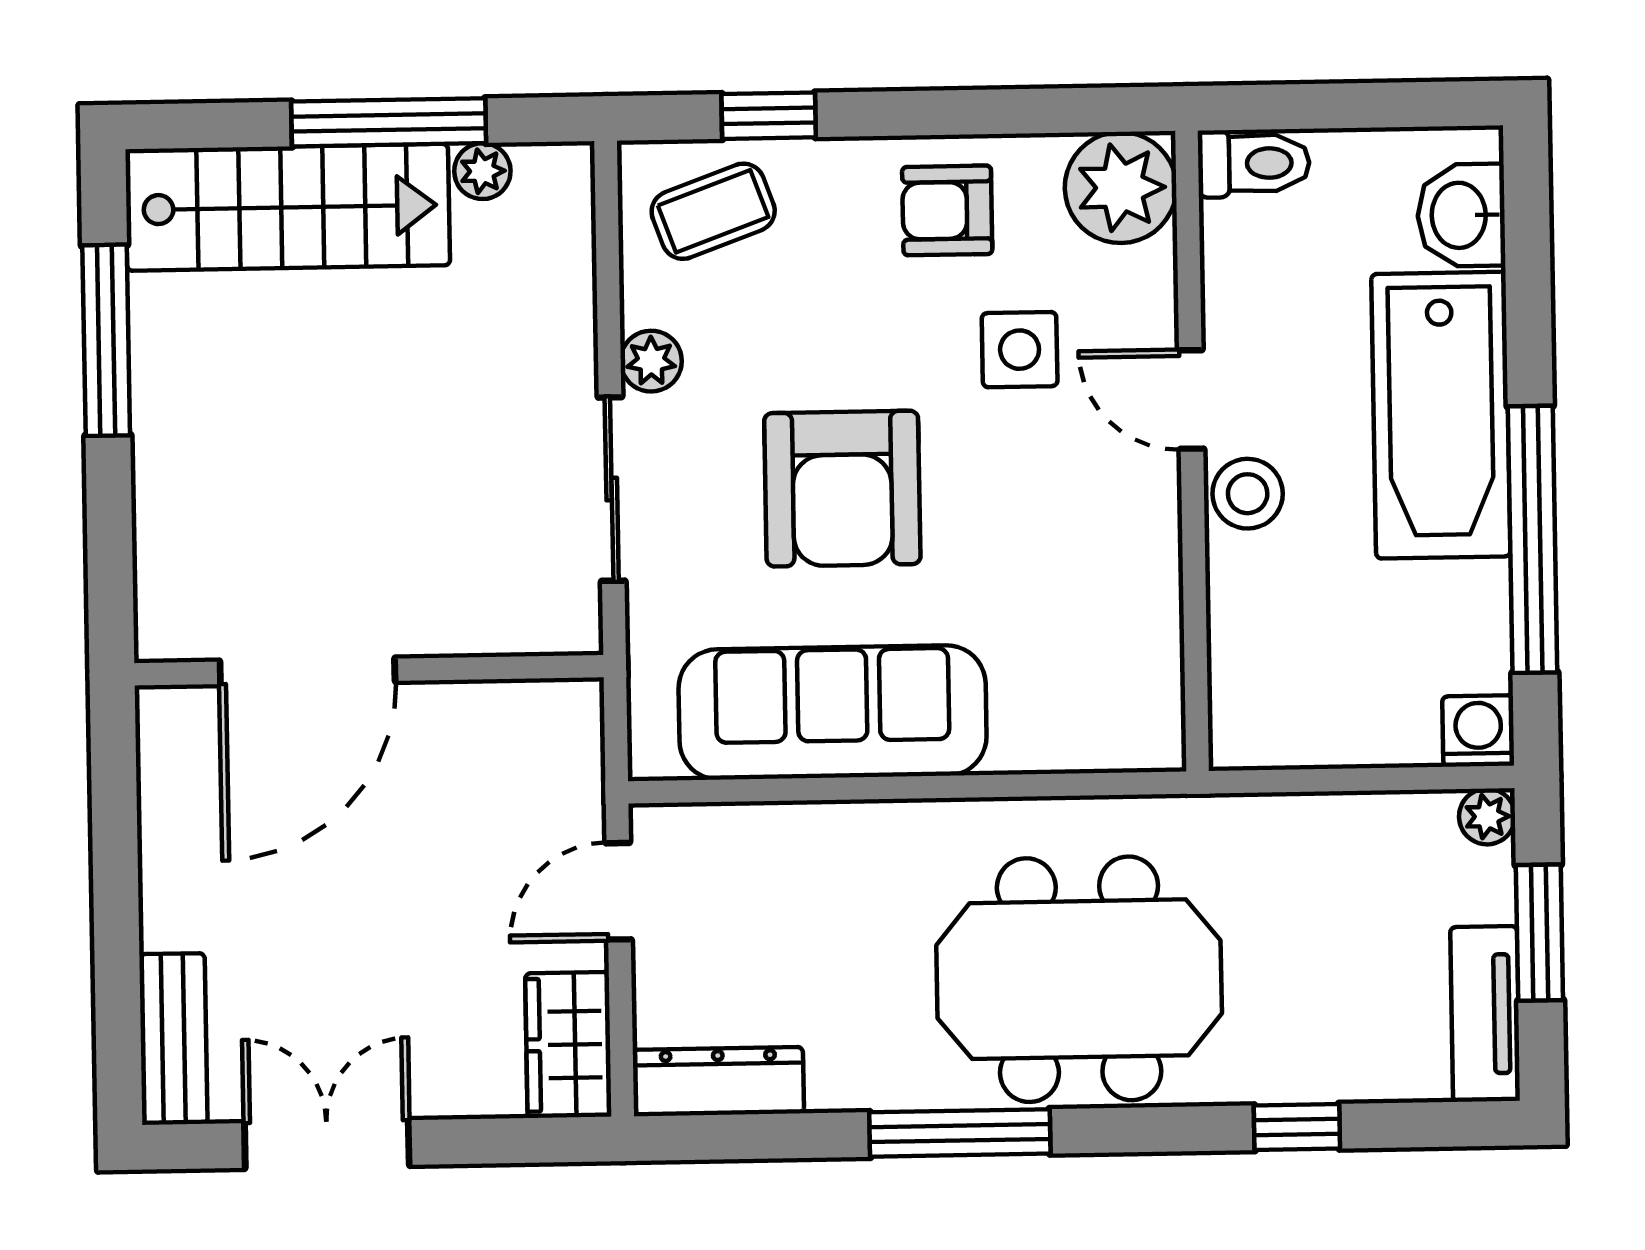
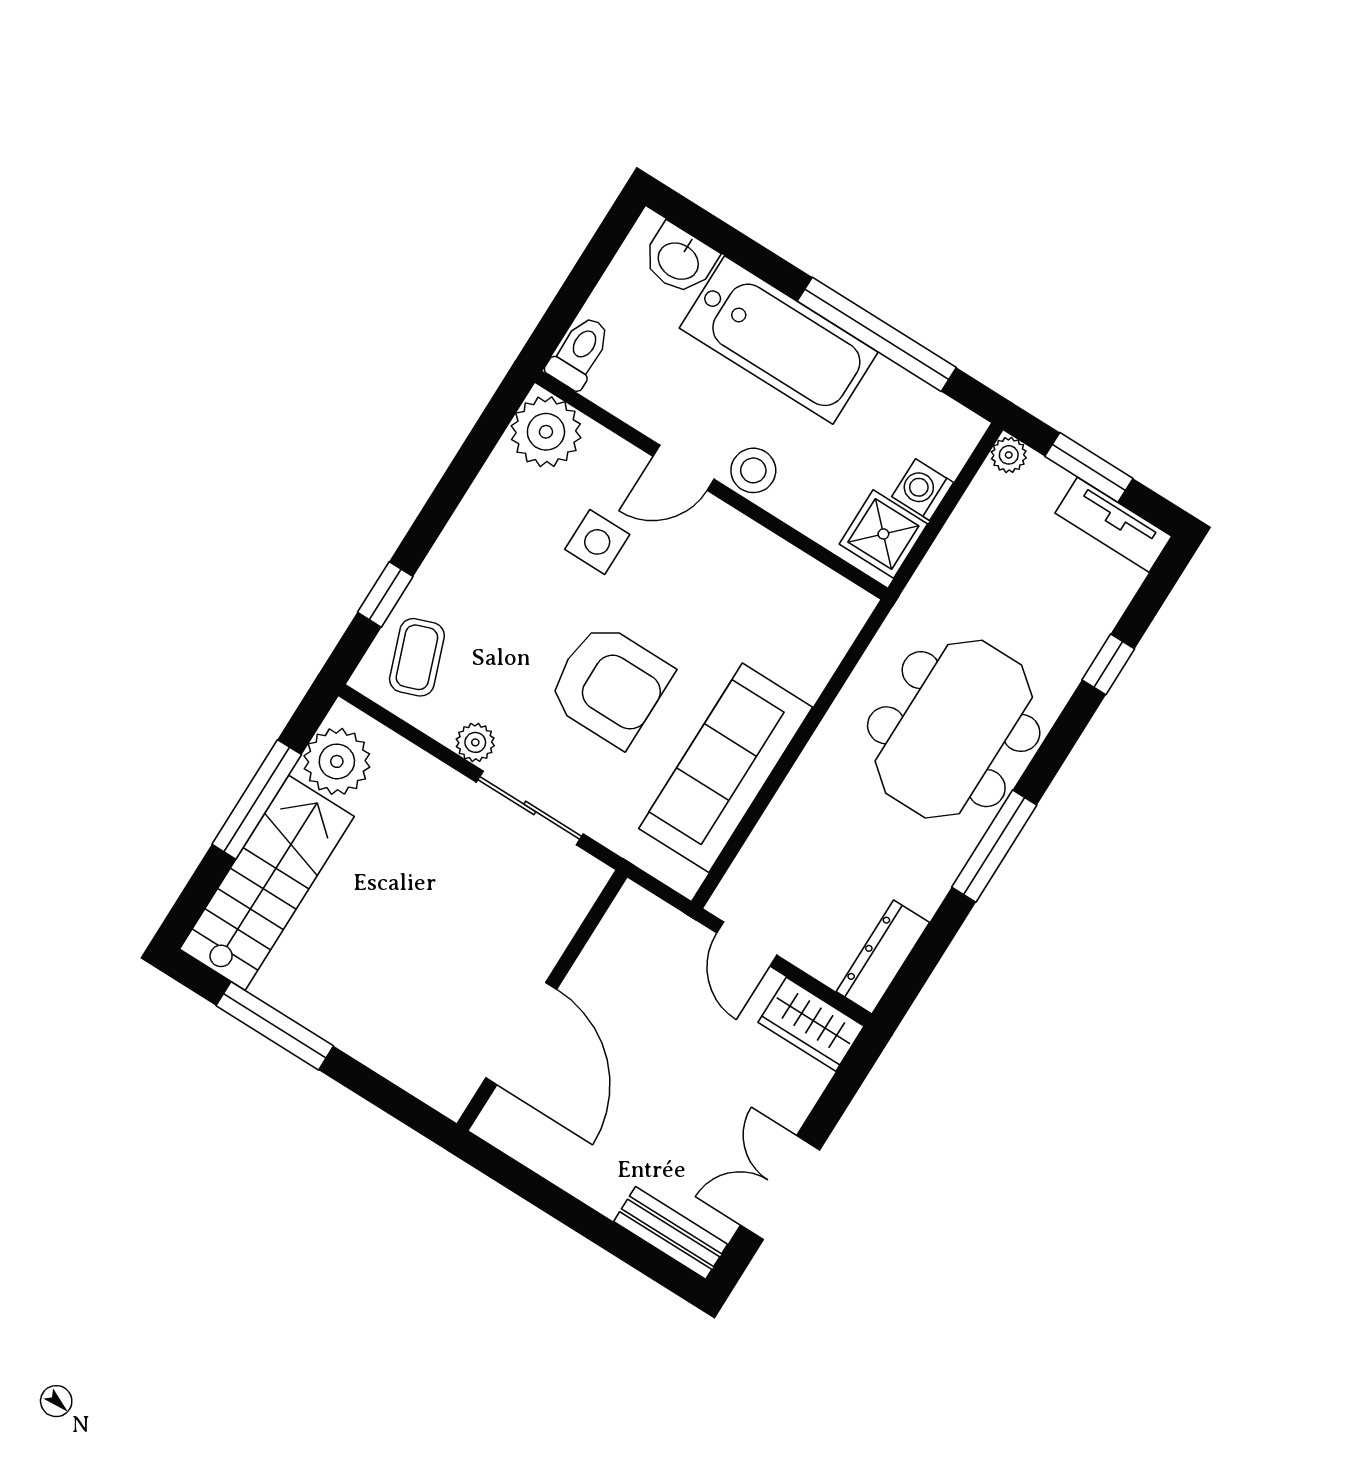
plant: (482, 171) -> (337, 761), width x1.87, depth x1.87
armchair: (947, 210) -> (498, 532), removed
shower: (1276, 719) -> (883, 534), added
washing machine: (1478, 731) -> (923, 490), moved

